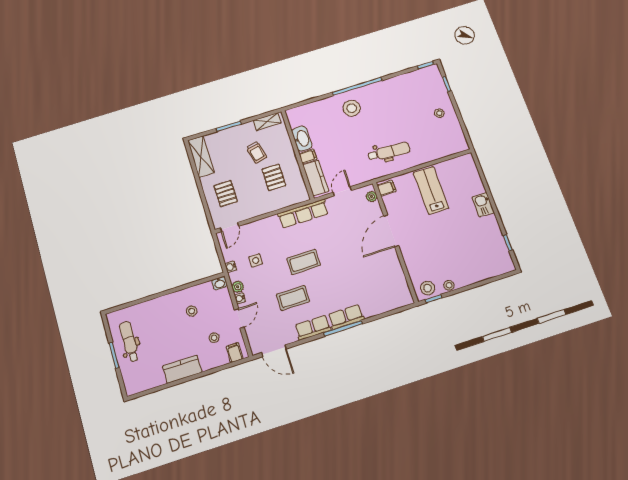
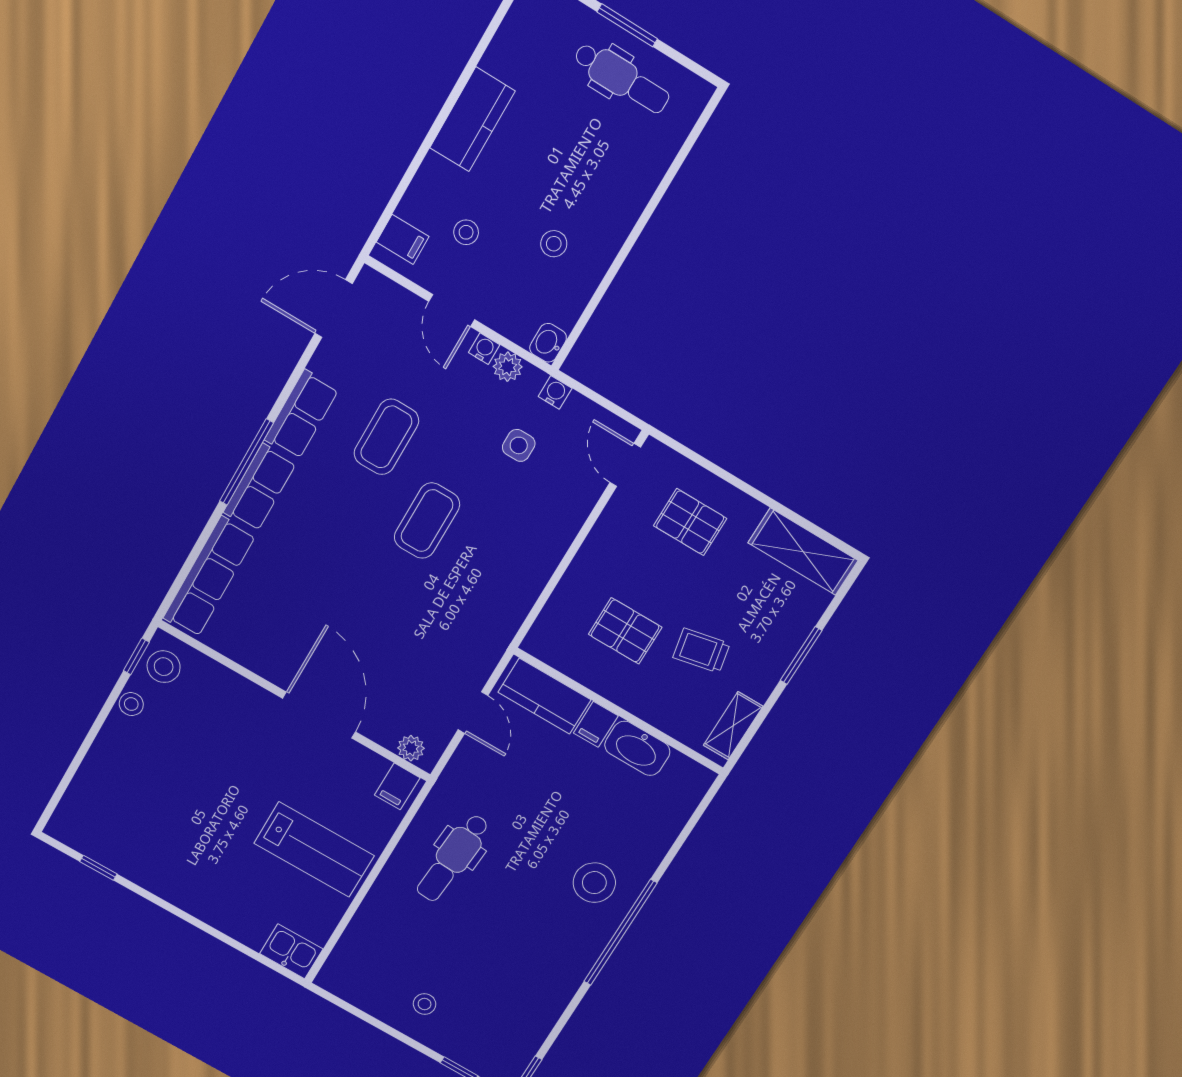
kitchen sink: (483, 205) -> (291, 951), moved
row of seats: (303, 214) -> (209, 577), moved, turned 180

